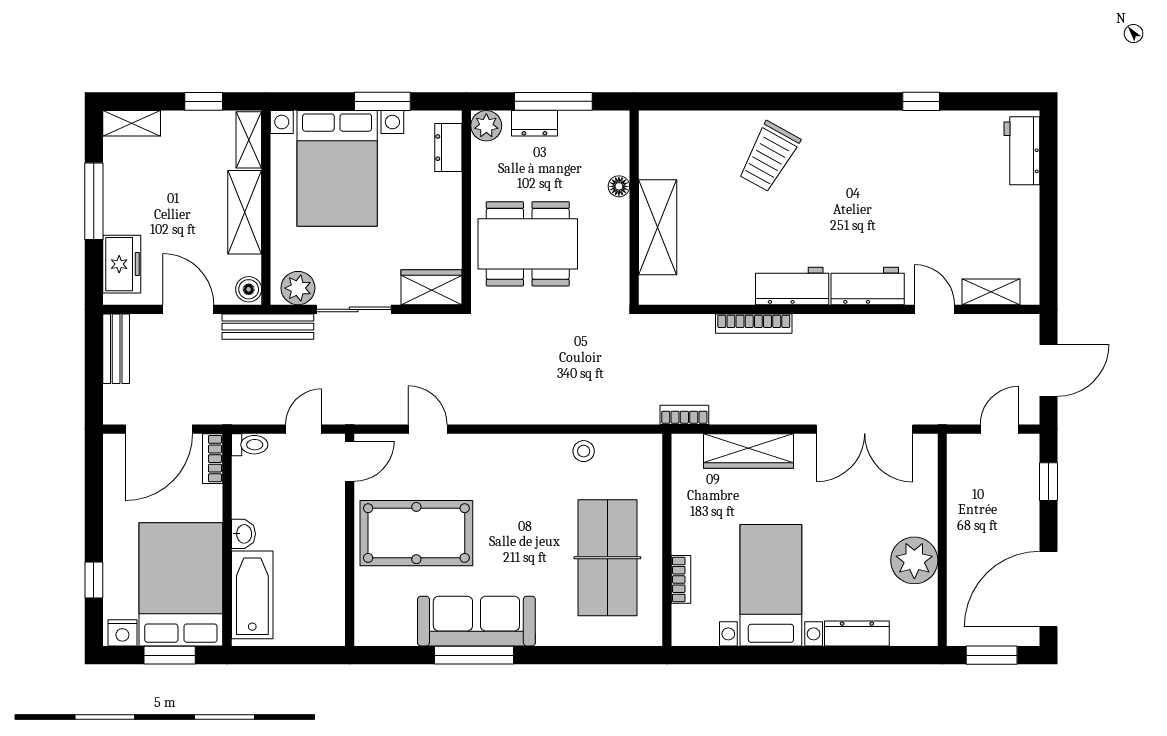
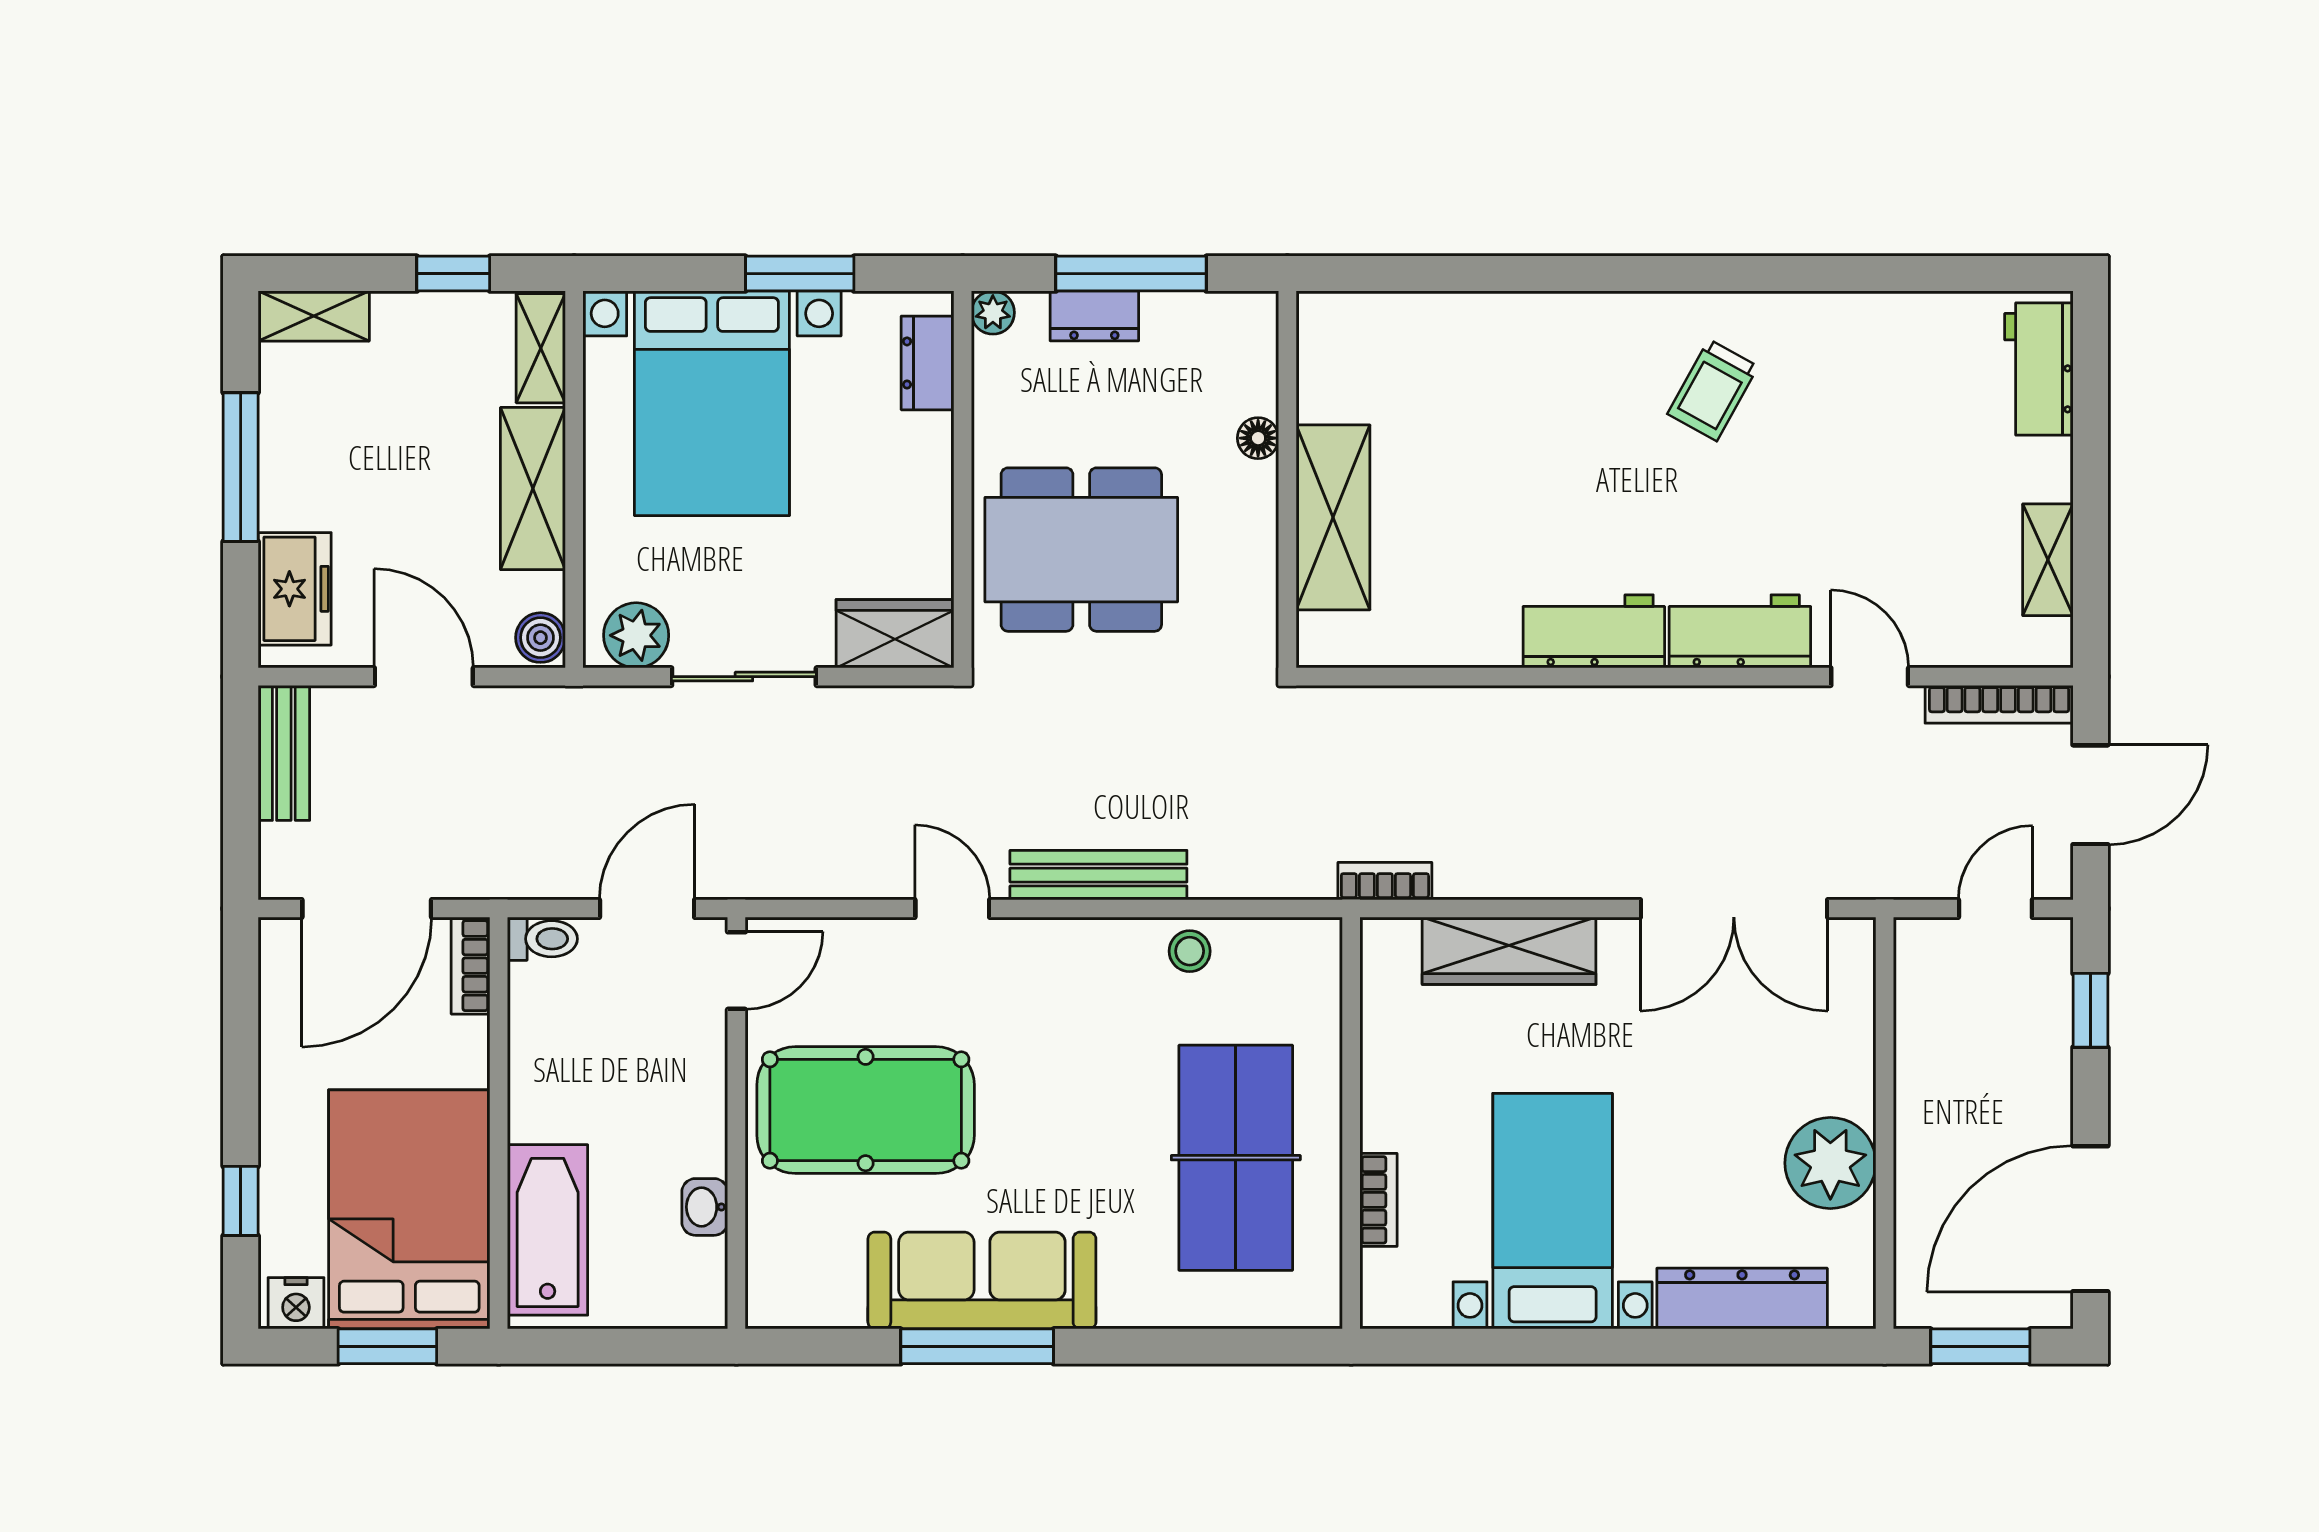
window: (921, 101) -> (1844, 274), removed
plant: (486, 126) -> (993, 313), width x0.73, depth x0.73
trolley: (769, 157) -> (1713, 390), moved, width x0.73, depth x0.72
shelving: (991, 292) -> (2048, 560), moved, turned 90
bookcase: (754, 324) -> (1999, 704), moved
bench: (268, 327) -> (1098, 875), moved
door: (304, 429) -> (647, 909), width x1.38
door: (428, 429) -> (952, 909), moved
washbasin: (243, 534) -> (705, 1207), moved, turned 180
dresser: (857, 633) -> (1742, 1299), width x1.37, depth x1.24

